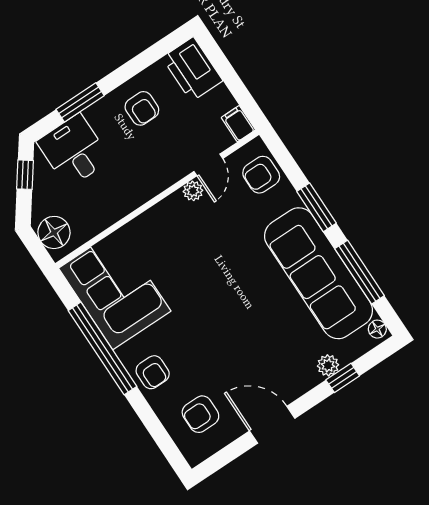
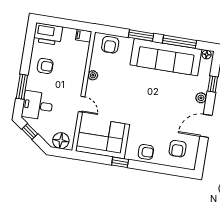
door: (208, 165) -> (82, 104), moved
window: (103, 348) -> (120, 162), width x0.32
plant: (328, 365) -> (201, 98), moved

